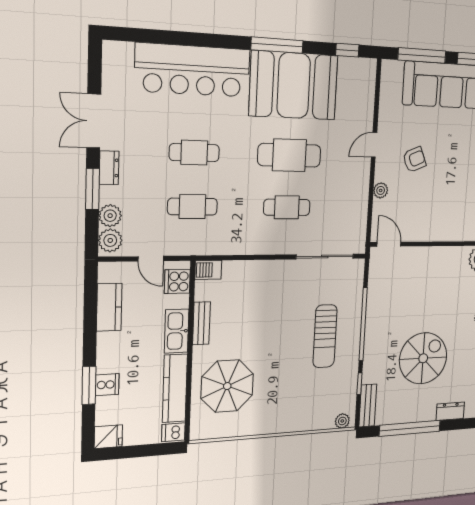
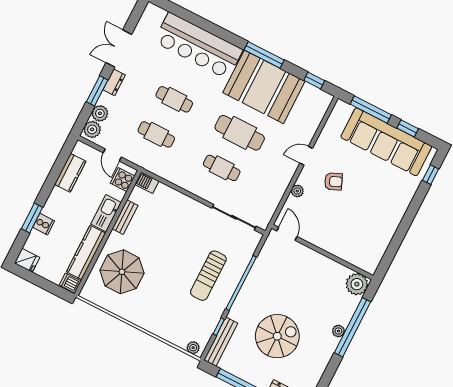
bench: (368, 405) -> (221, 342), width x1.36

